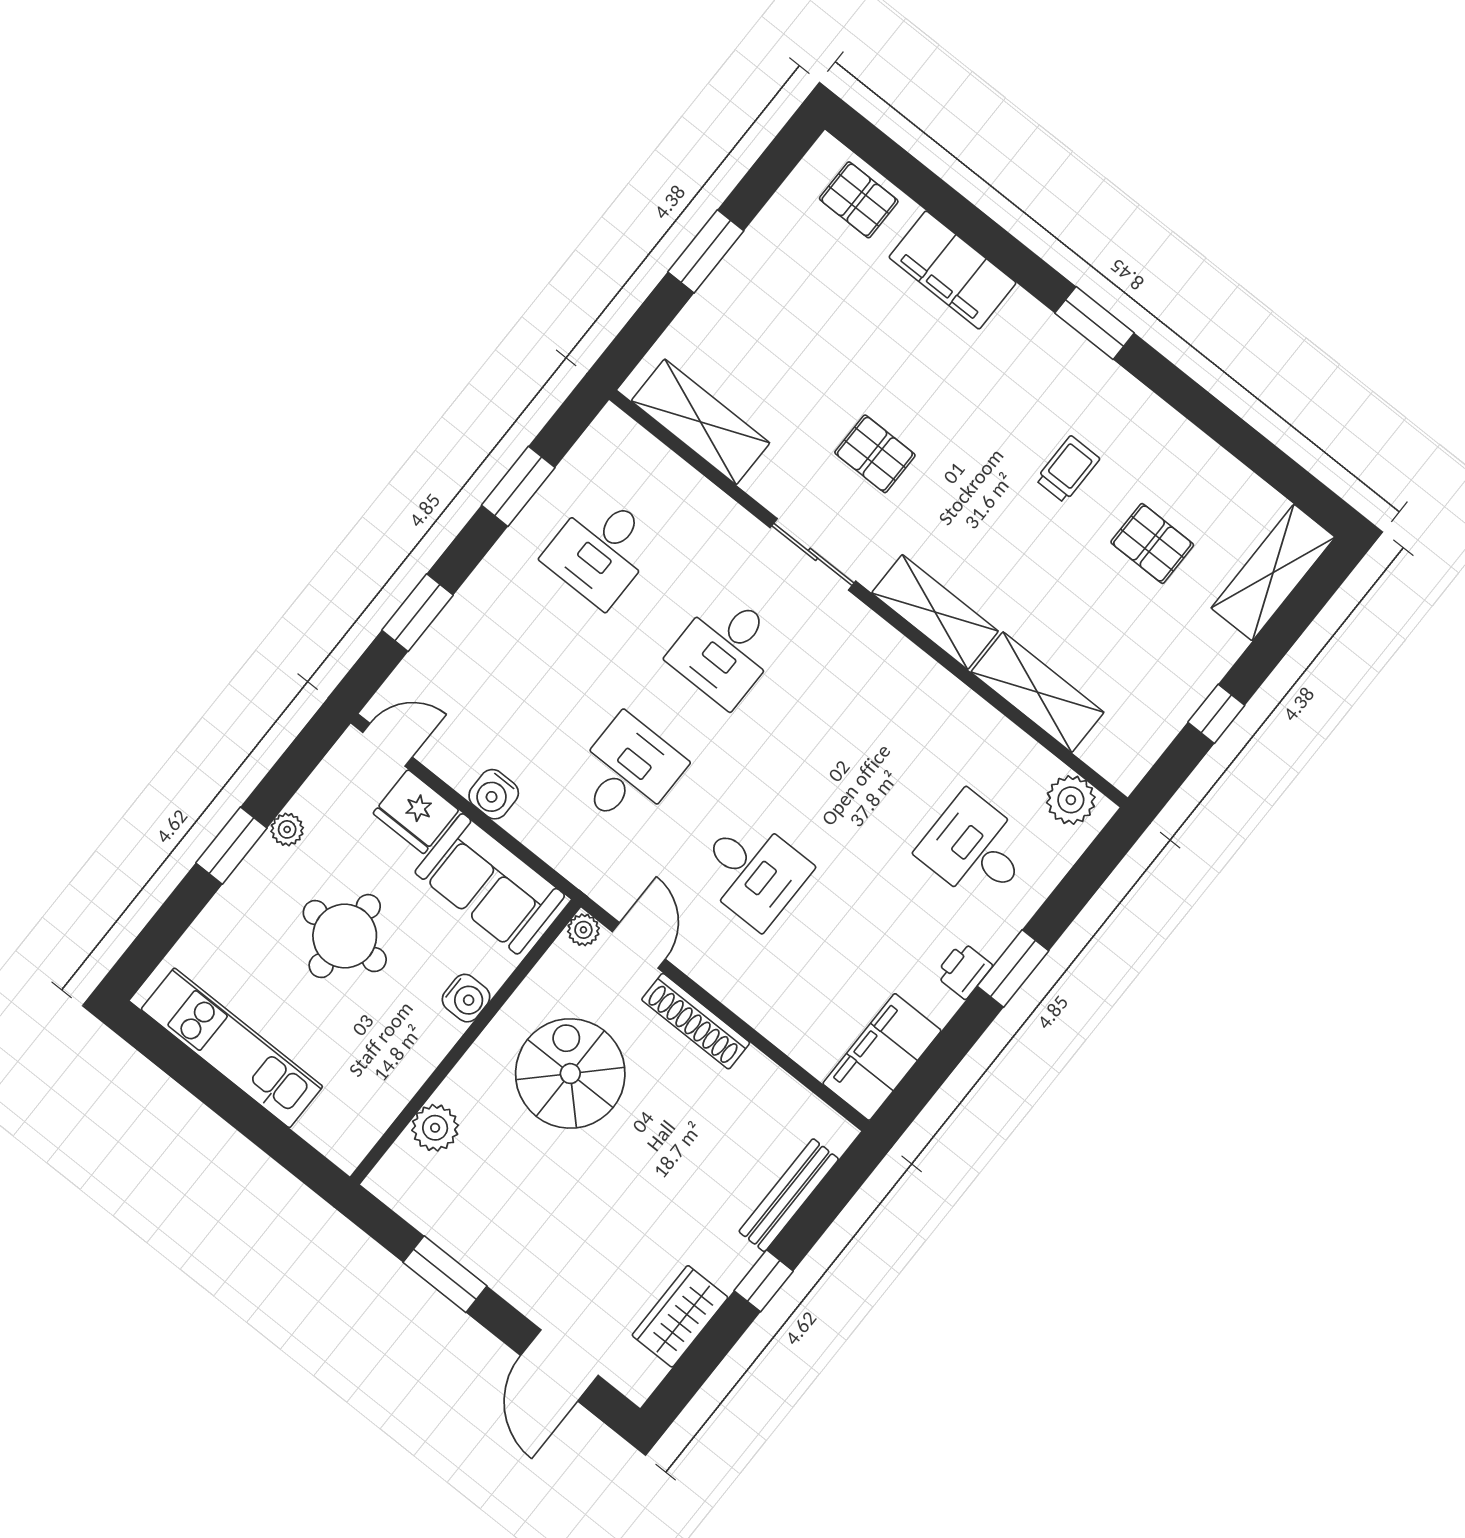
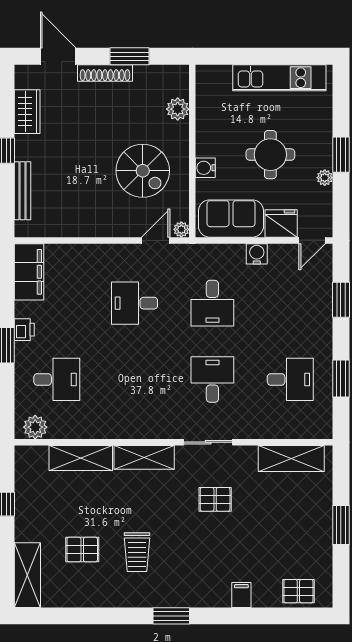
filing cabinet: (953, 270) -> (241, 595), width x0.33, depth x0.86
trolley: (1068, 469) -> (137, 552), width x1.36, depth x1.39
desk: (601, 550) -> (290, 379), turned 90
door: (639, 945) -> (156, 240), swing flipped
shoe rack: (696, 1021) -> (105, 73), moved, turned 180

